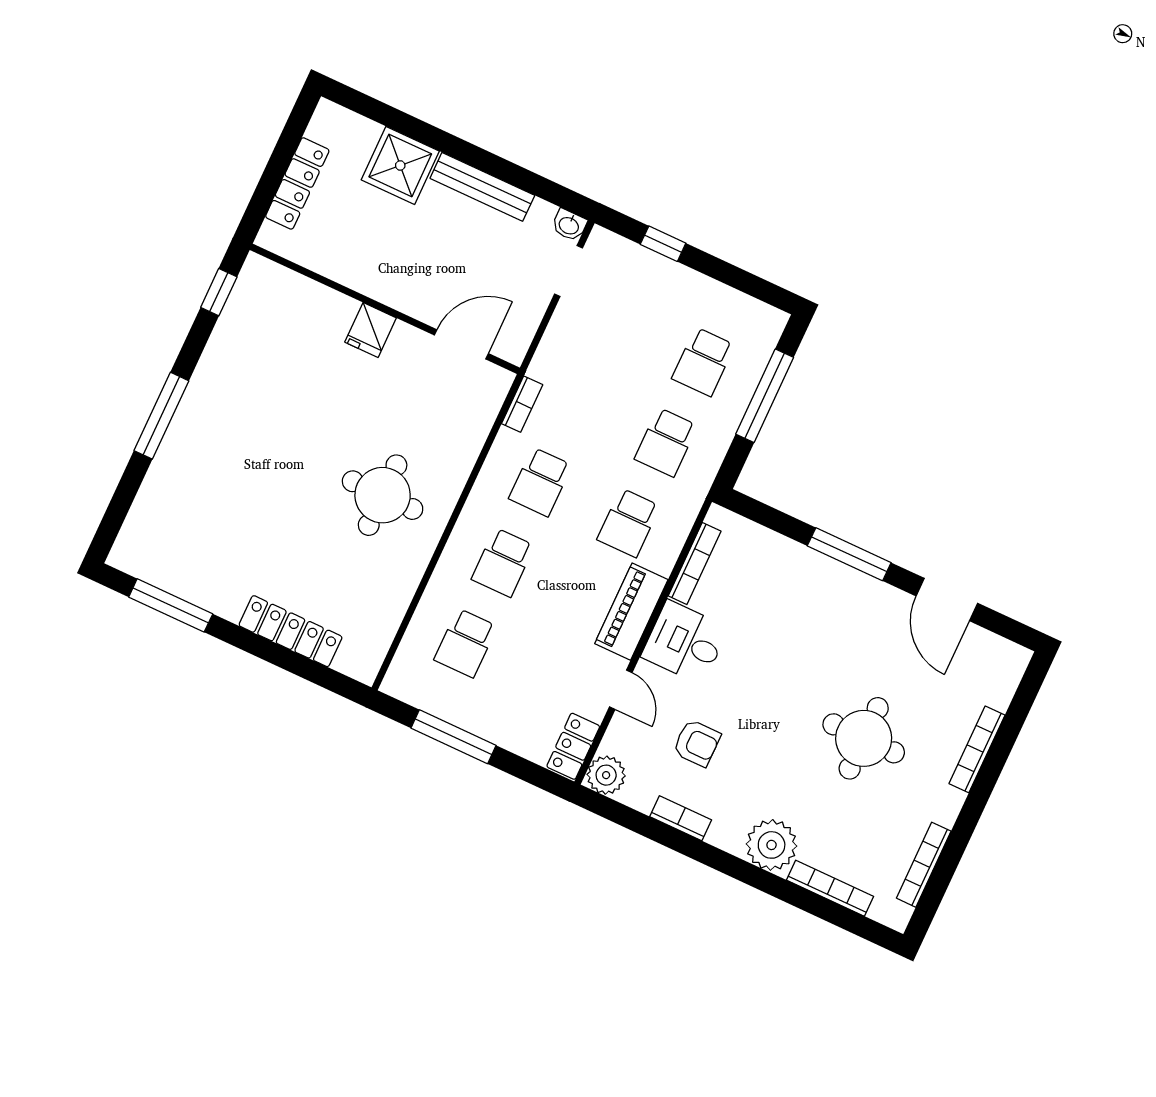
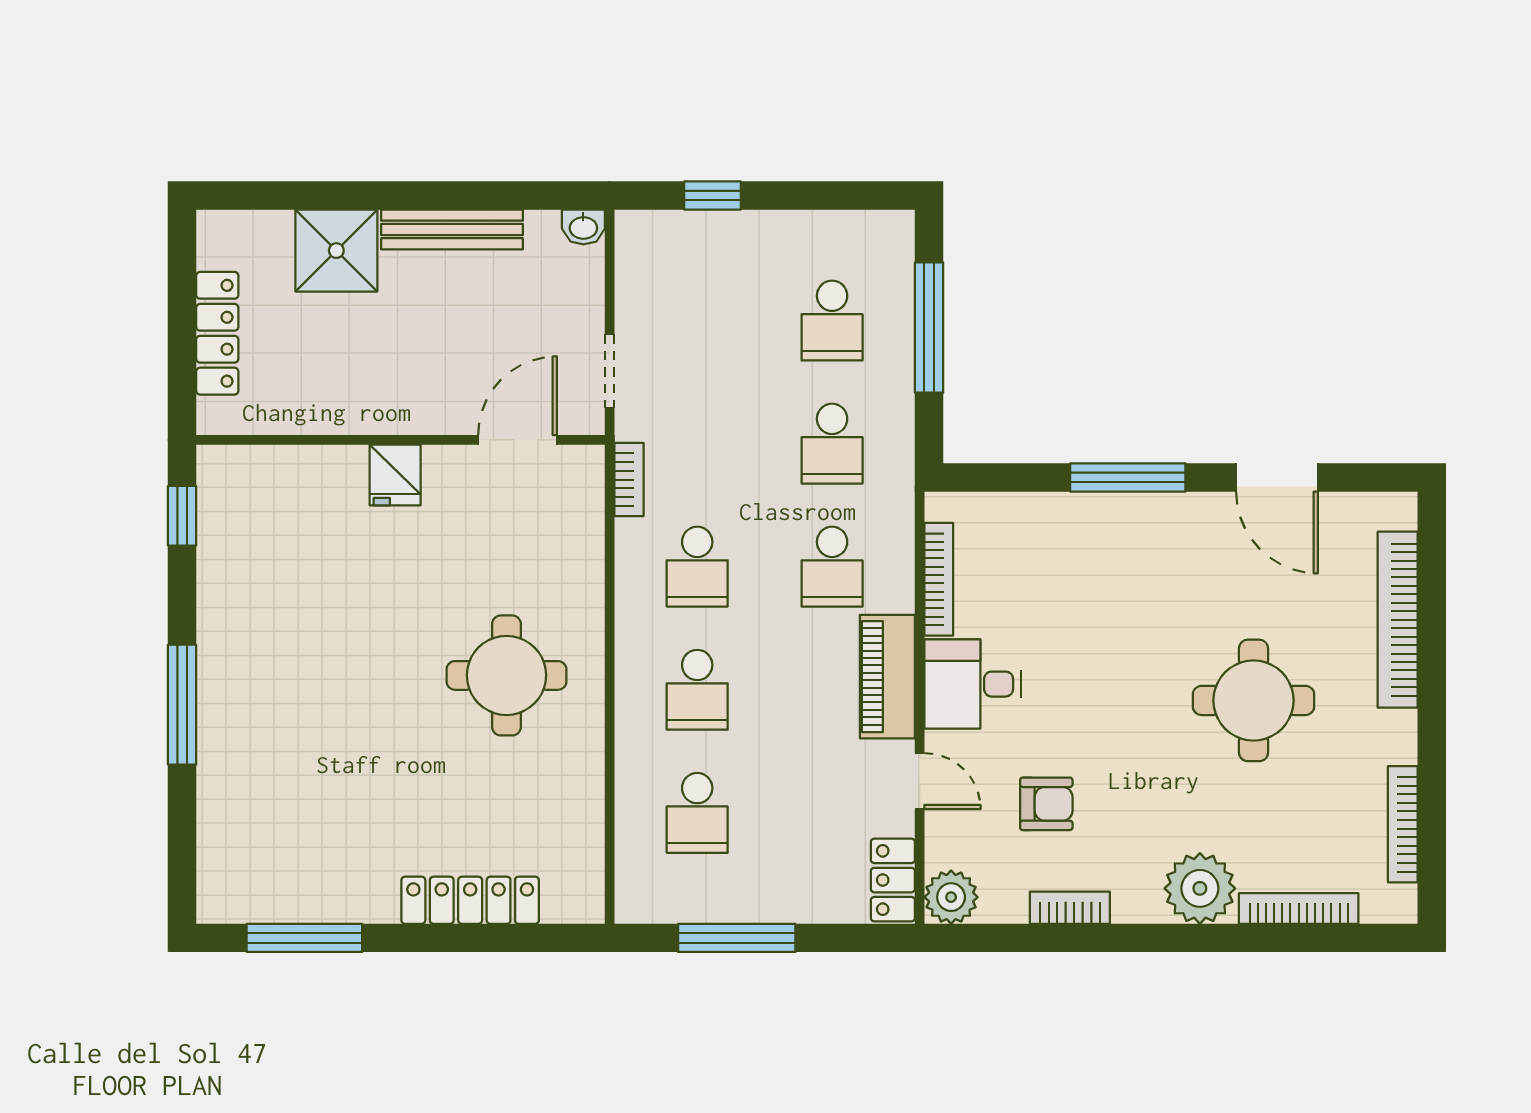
doorway: (569, 271) -> (610, 371), moved
bookcase: (977, 749) -> (1398, 620), width x1.48, depth x1.31

